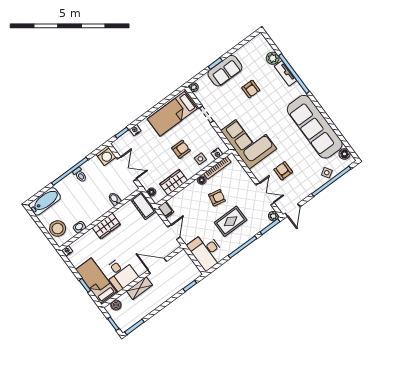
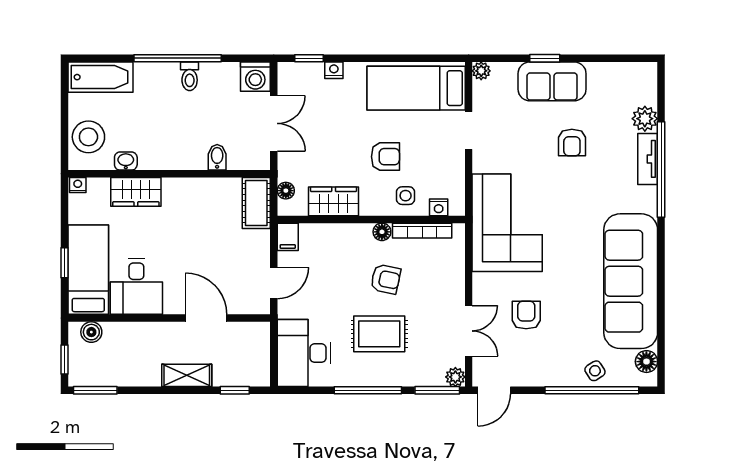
wardrobe: (106, 226) -> (136, 192), moved
shelving: (139, 288) -> (187, 375), moved

